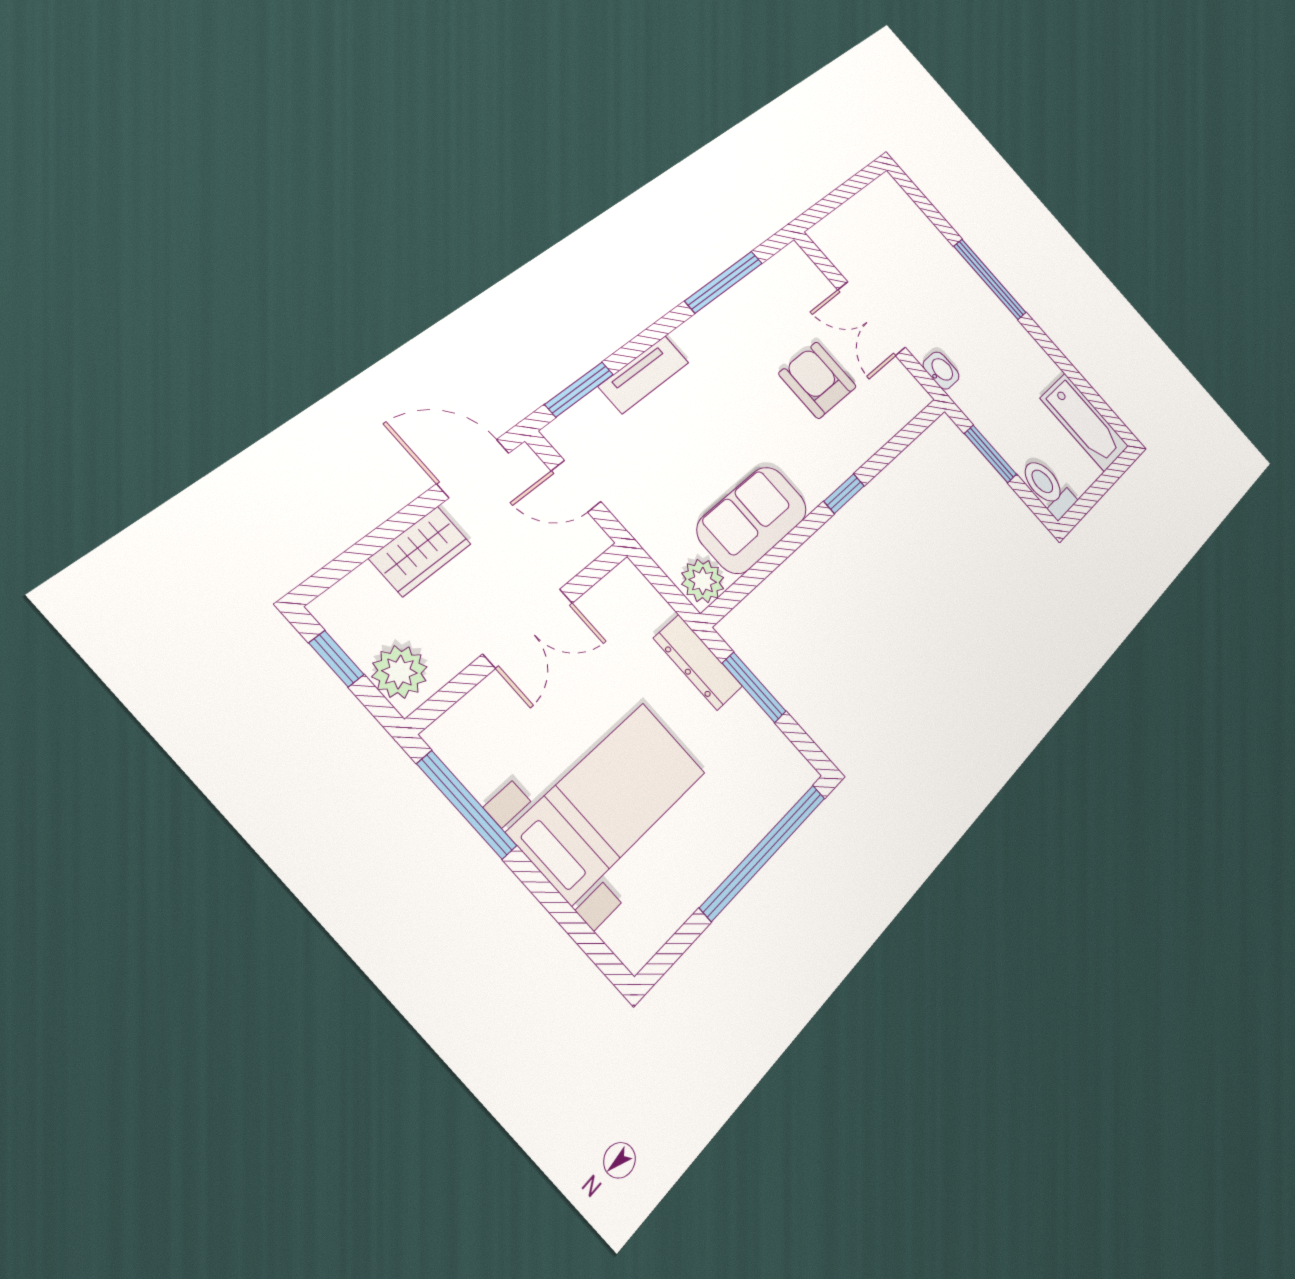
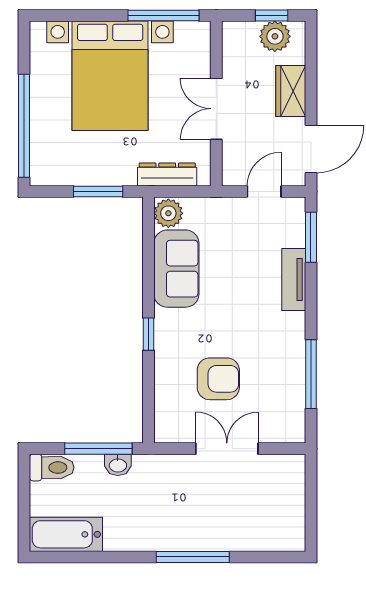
washbasin: (941, 371) -> (118, 465), moved
window: (990, 454) -> (98, 449), width x1.44
dresser: (698, 662) -> (167, 175), moved
plant: (399, 672) -> (275, 36), moved
bed with nightstands: (608, 802) -> (110, 76), width x1.36

